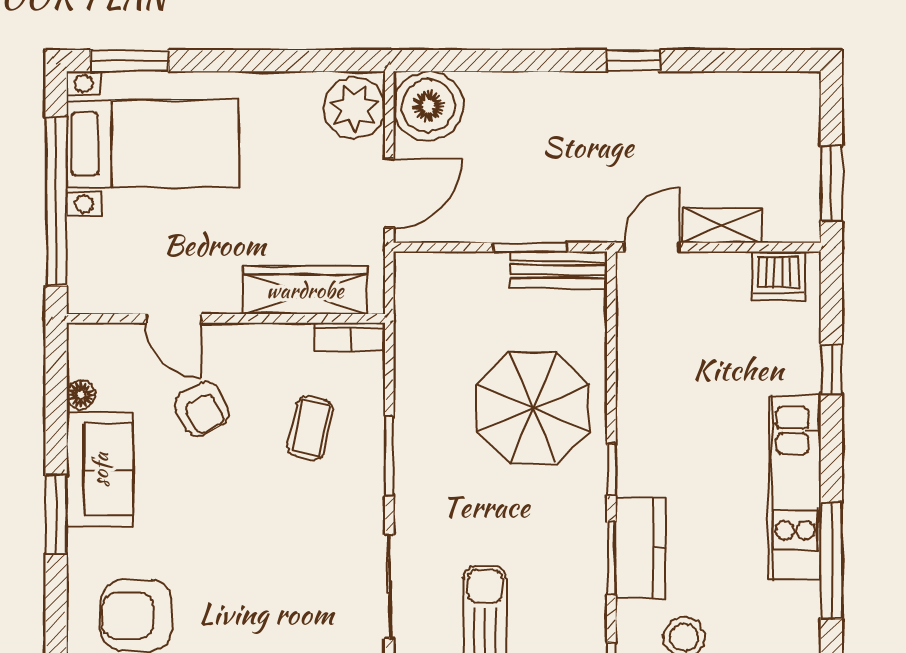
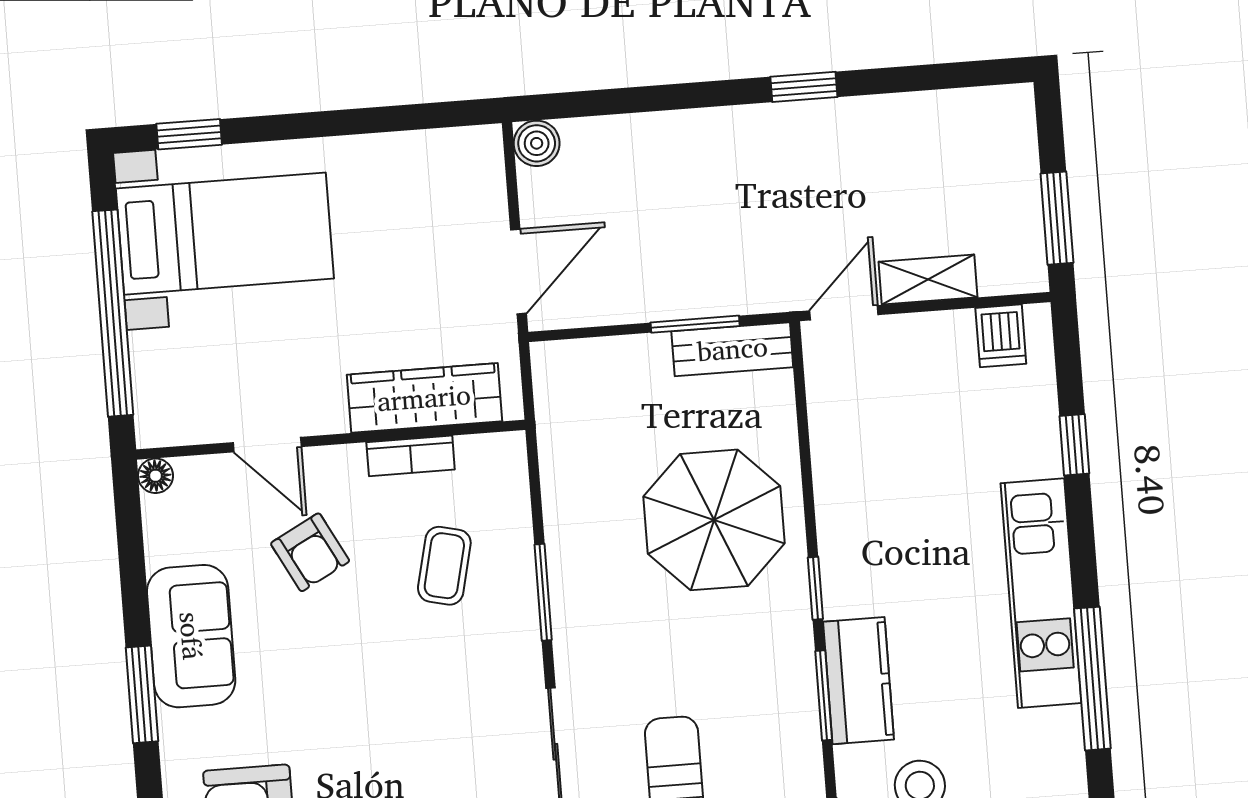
window: (130, 61) -> (189, 134), width x0.67
boiler: (428, 106) -> (537, 143), width x0.54, depth x0.54
plant: (354, 108) -> (468, 171), removed
dishwasher: (778, 276) -> (1001, 336), width x0.73
bookcase: (350, 337) -> (411, 456), moved
floor lamp: (81, 395) -> (155, 476), moved

